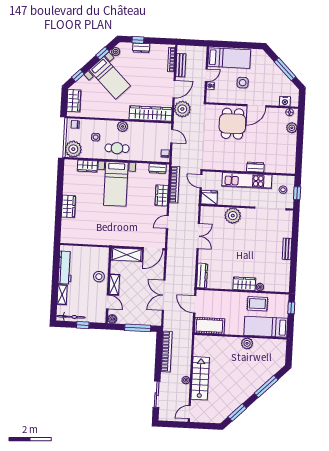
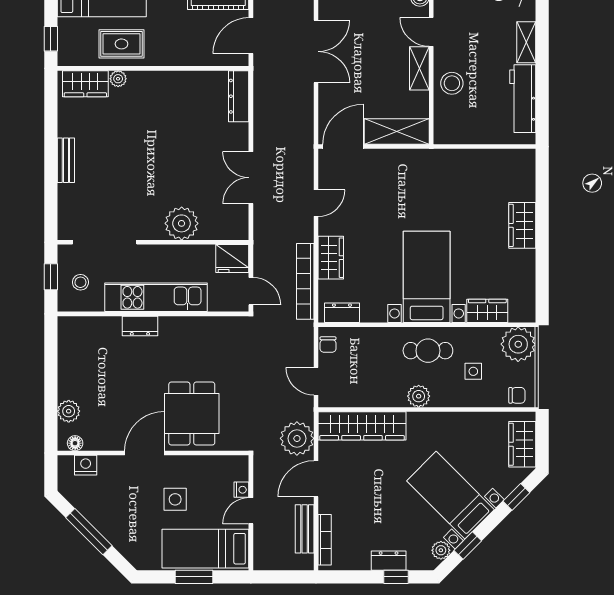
window: (235, 45) -> (194, 577), added
wardrobe: (244, 284) -> (85, 84), moved
door: (195, 304) -> (251, 36), swing flipped

